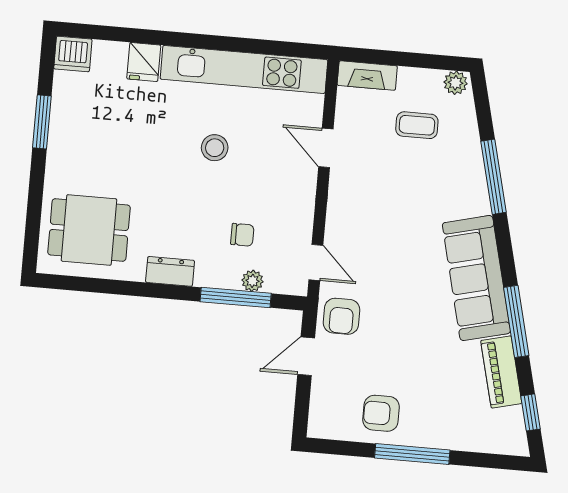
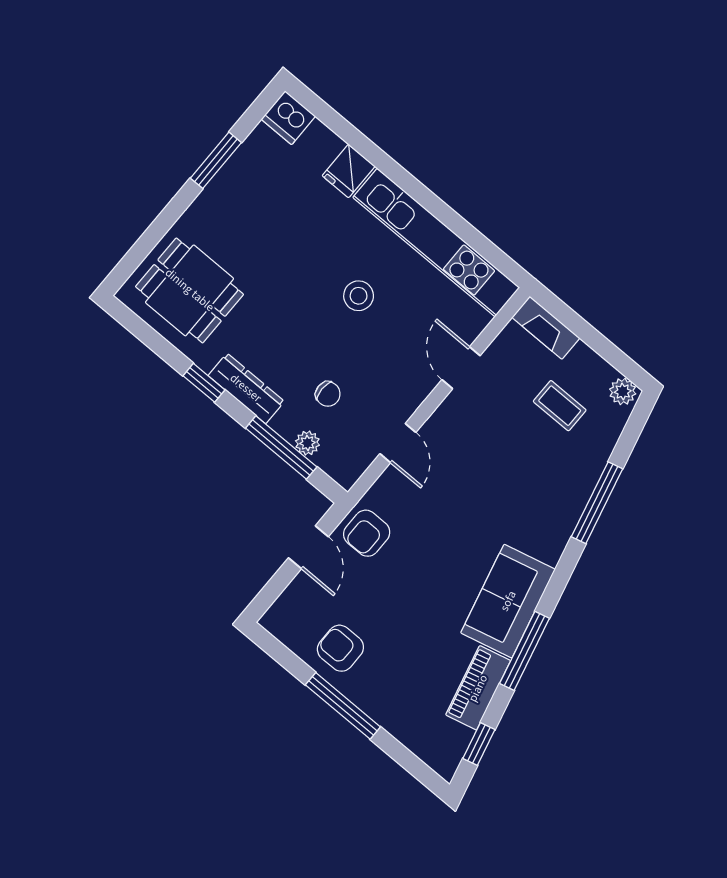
door: (316, 263) -> (398, 443), moved
dresser: (170, 271) -> (246, 388), width x1.44
sofa: (476, 278) -> (508, 601), width x0.73
window: (147, 290) -> (204, 383), added
door: (306, 356) -> (308, 547), swing flipped

